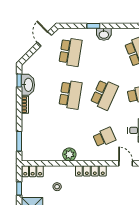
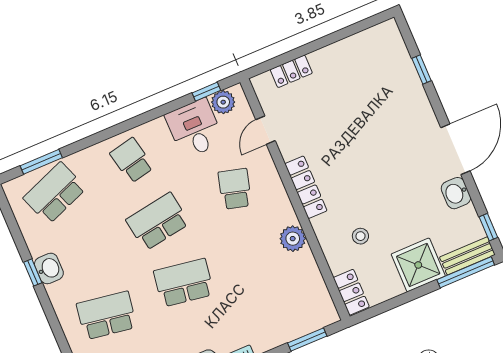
window: (93, 26) -> (33, 272), moved
school desk: (104, 95) -> (158, 222), turned -33
school desk: (104, 137) -> (235, 189), turned 39
window: (19, 189) -> (393, 303), removed

